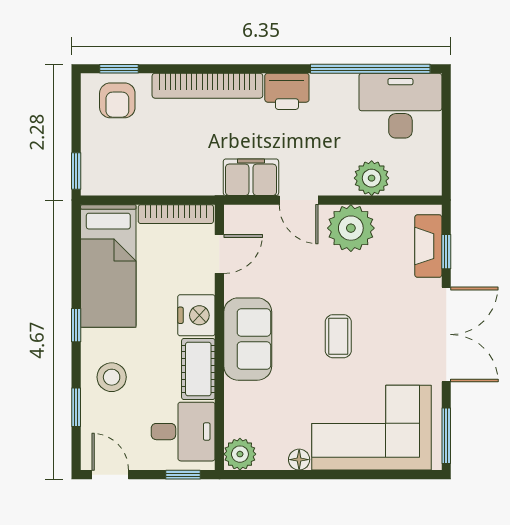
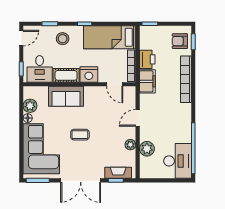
printer: (287, 91) -> (147, 59), moved, turned 180
filing cabinet: (251, 177) -> (147, 81), moved
plant: (351, 228) -> (130, 145), width x0.53, depth x0.53
sofa: (248, 339) -> (66, 96), moved
plant: (240, 454) -> (30, 106), moved

